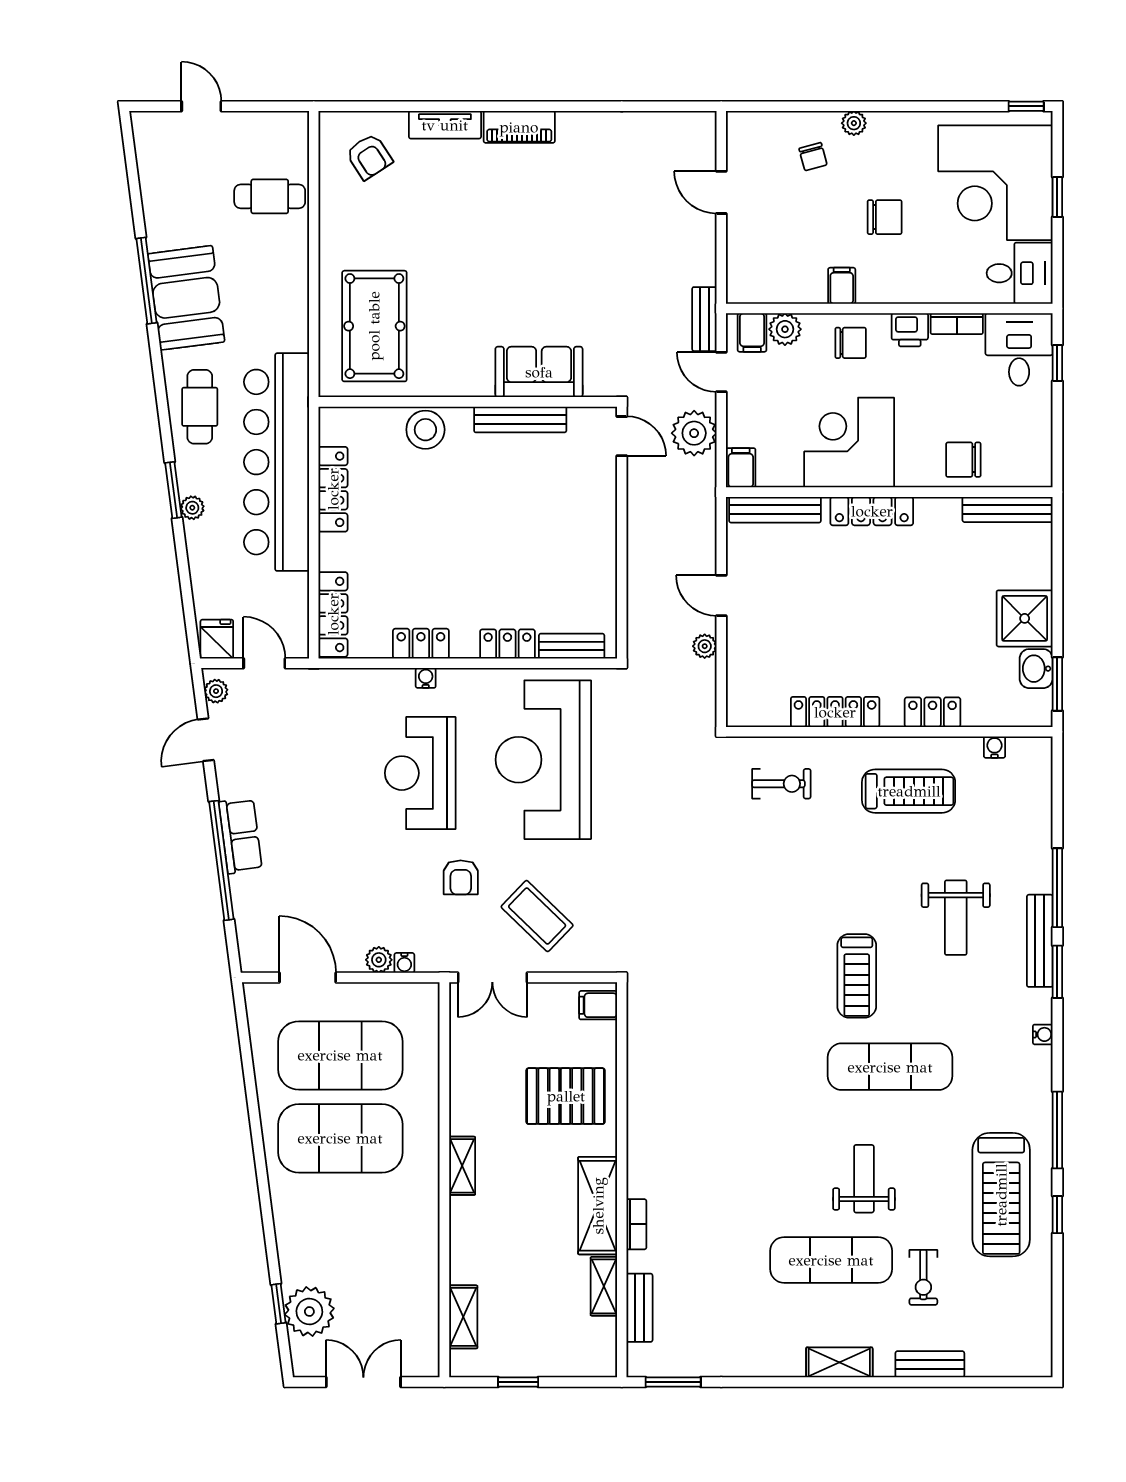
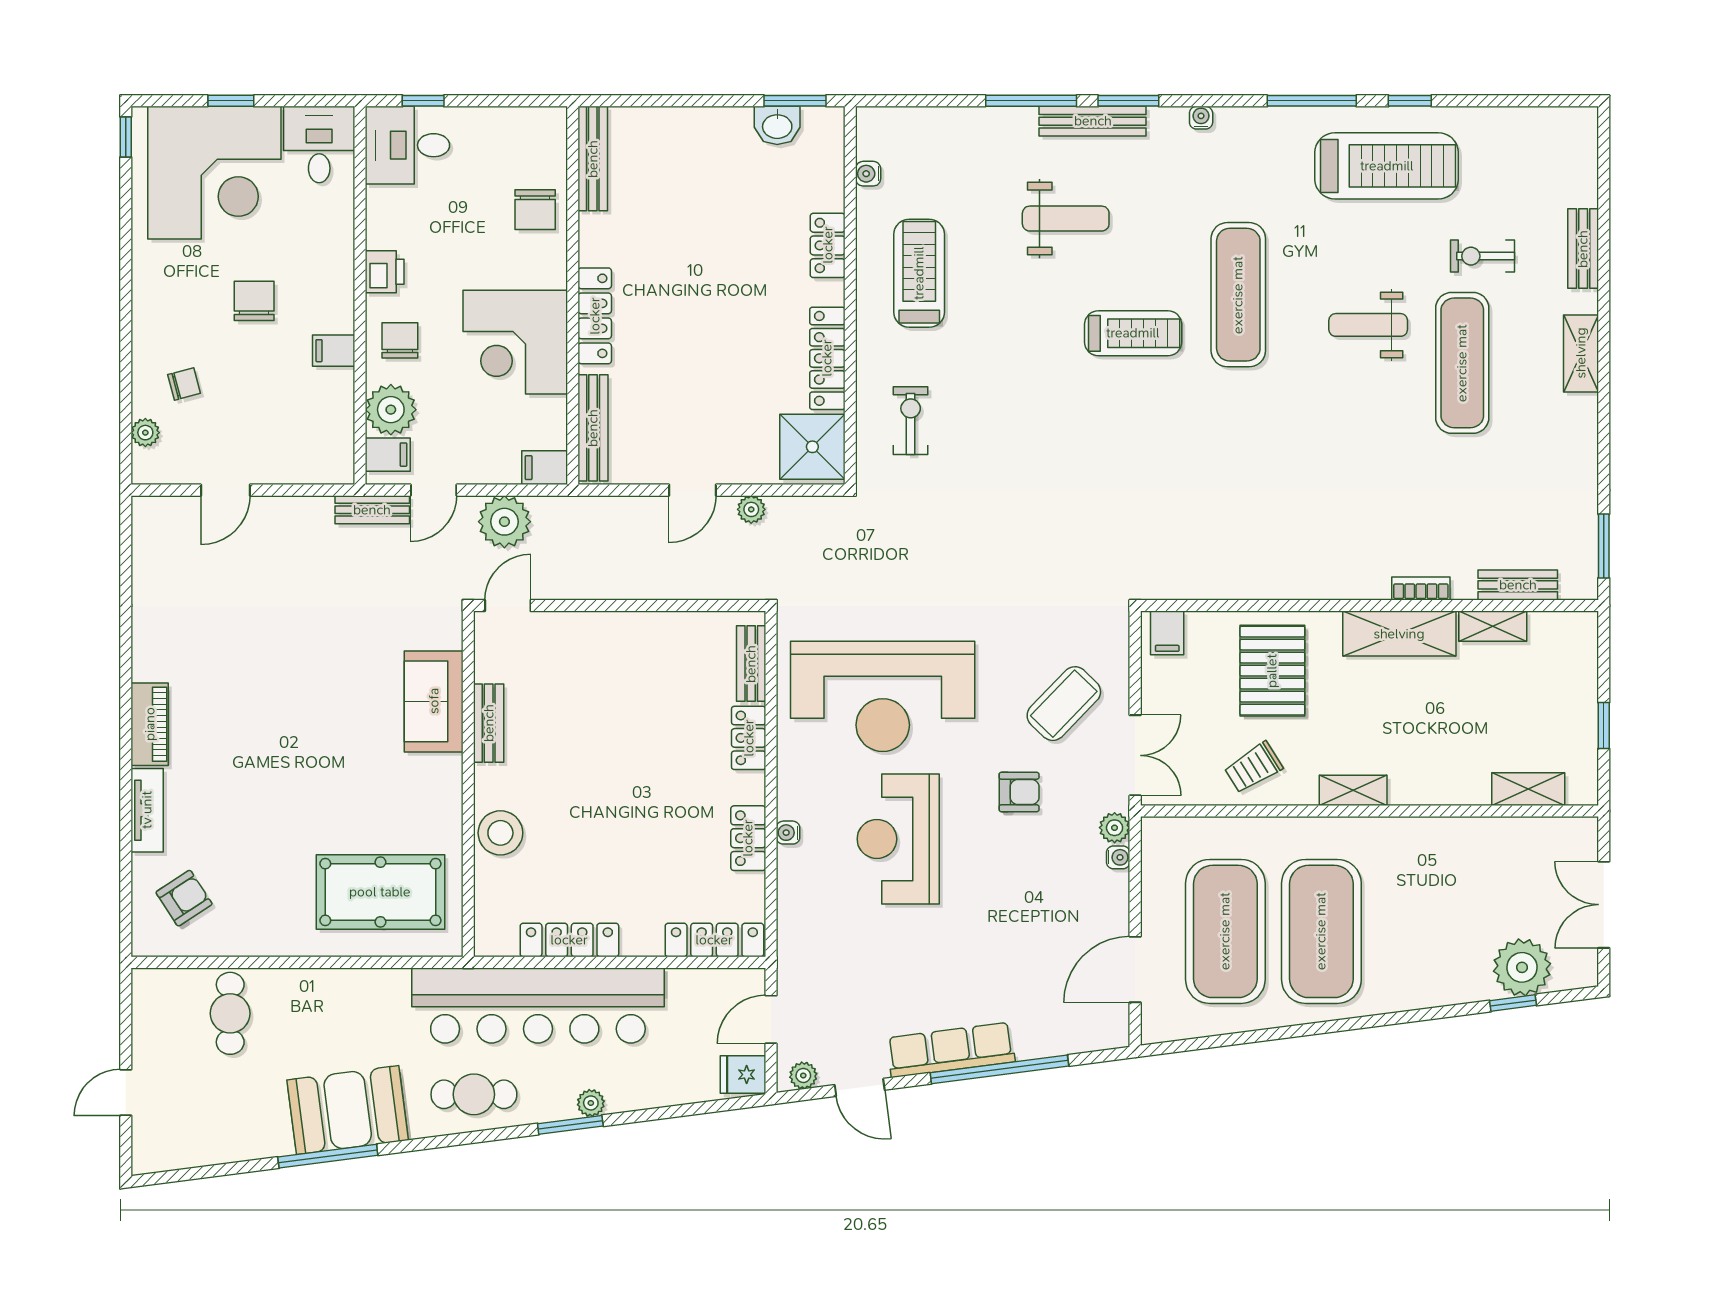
plant: (854, 123) -> (145, 433), moved
bookcase: (957, 324) -> (378, 217), removed
plant: (785, 329) -> (391, 410), width x1.36, depth x1.36
bench: (520, 419) -> (489, 723), width x0.73
shower: (1025, 618) -> (812, 447), moved
reception desk: (420, 773) -> (898, 839), turned 90
row of seats: (240, 836) -> (951, 1050), width x1.48
plant: (379, 960) -> (1115, 828), moved
trolley: (482, 1080) -> (1253, 768), added
exercise bike: (923, 1277) -> (1482, 256), turned 180

